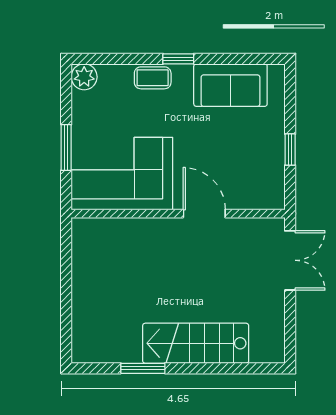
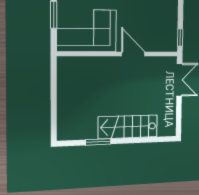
window: (290, 150) -> (180, 37), moved

